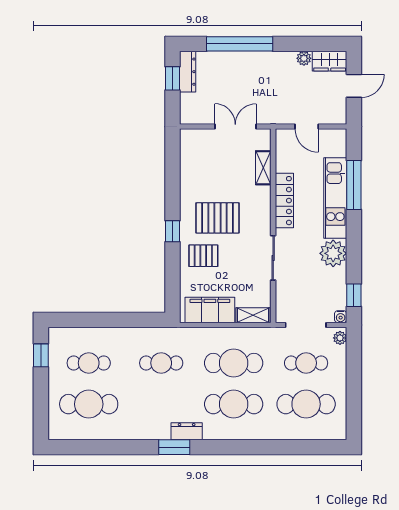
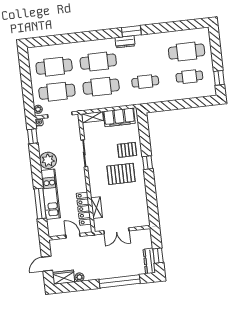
locker: (284, 201) -> (84, 209), moved
cafe table: (306, 363) -> (57, 92), width x1.37, depth x1.35

